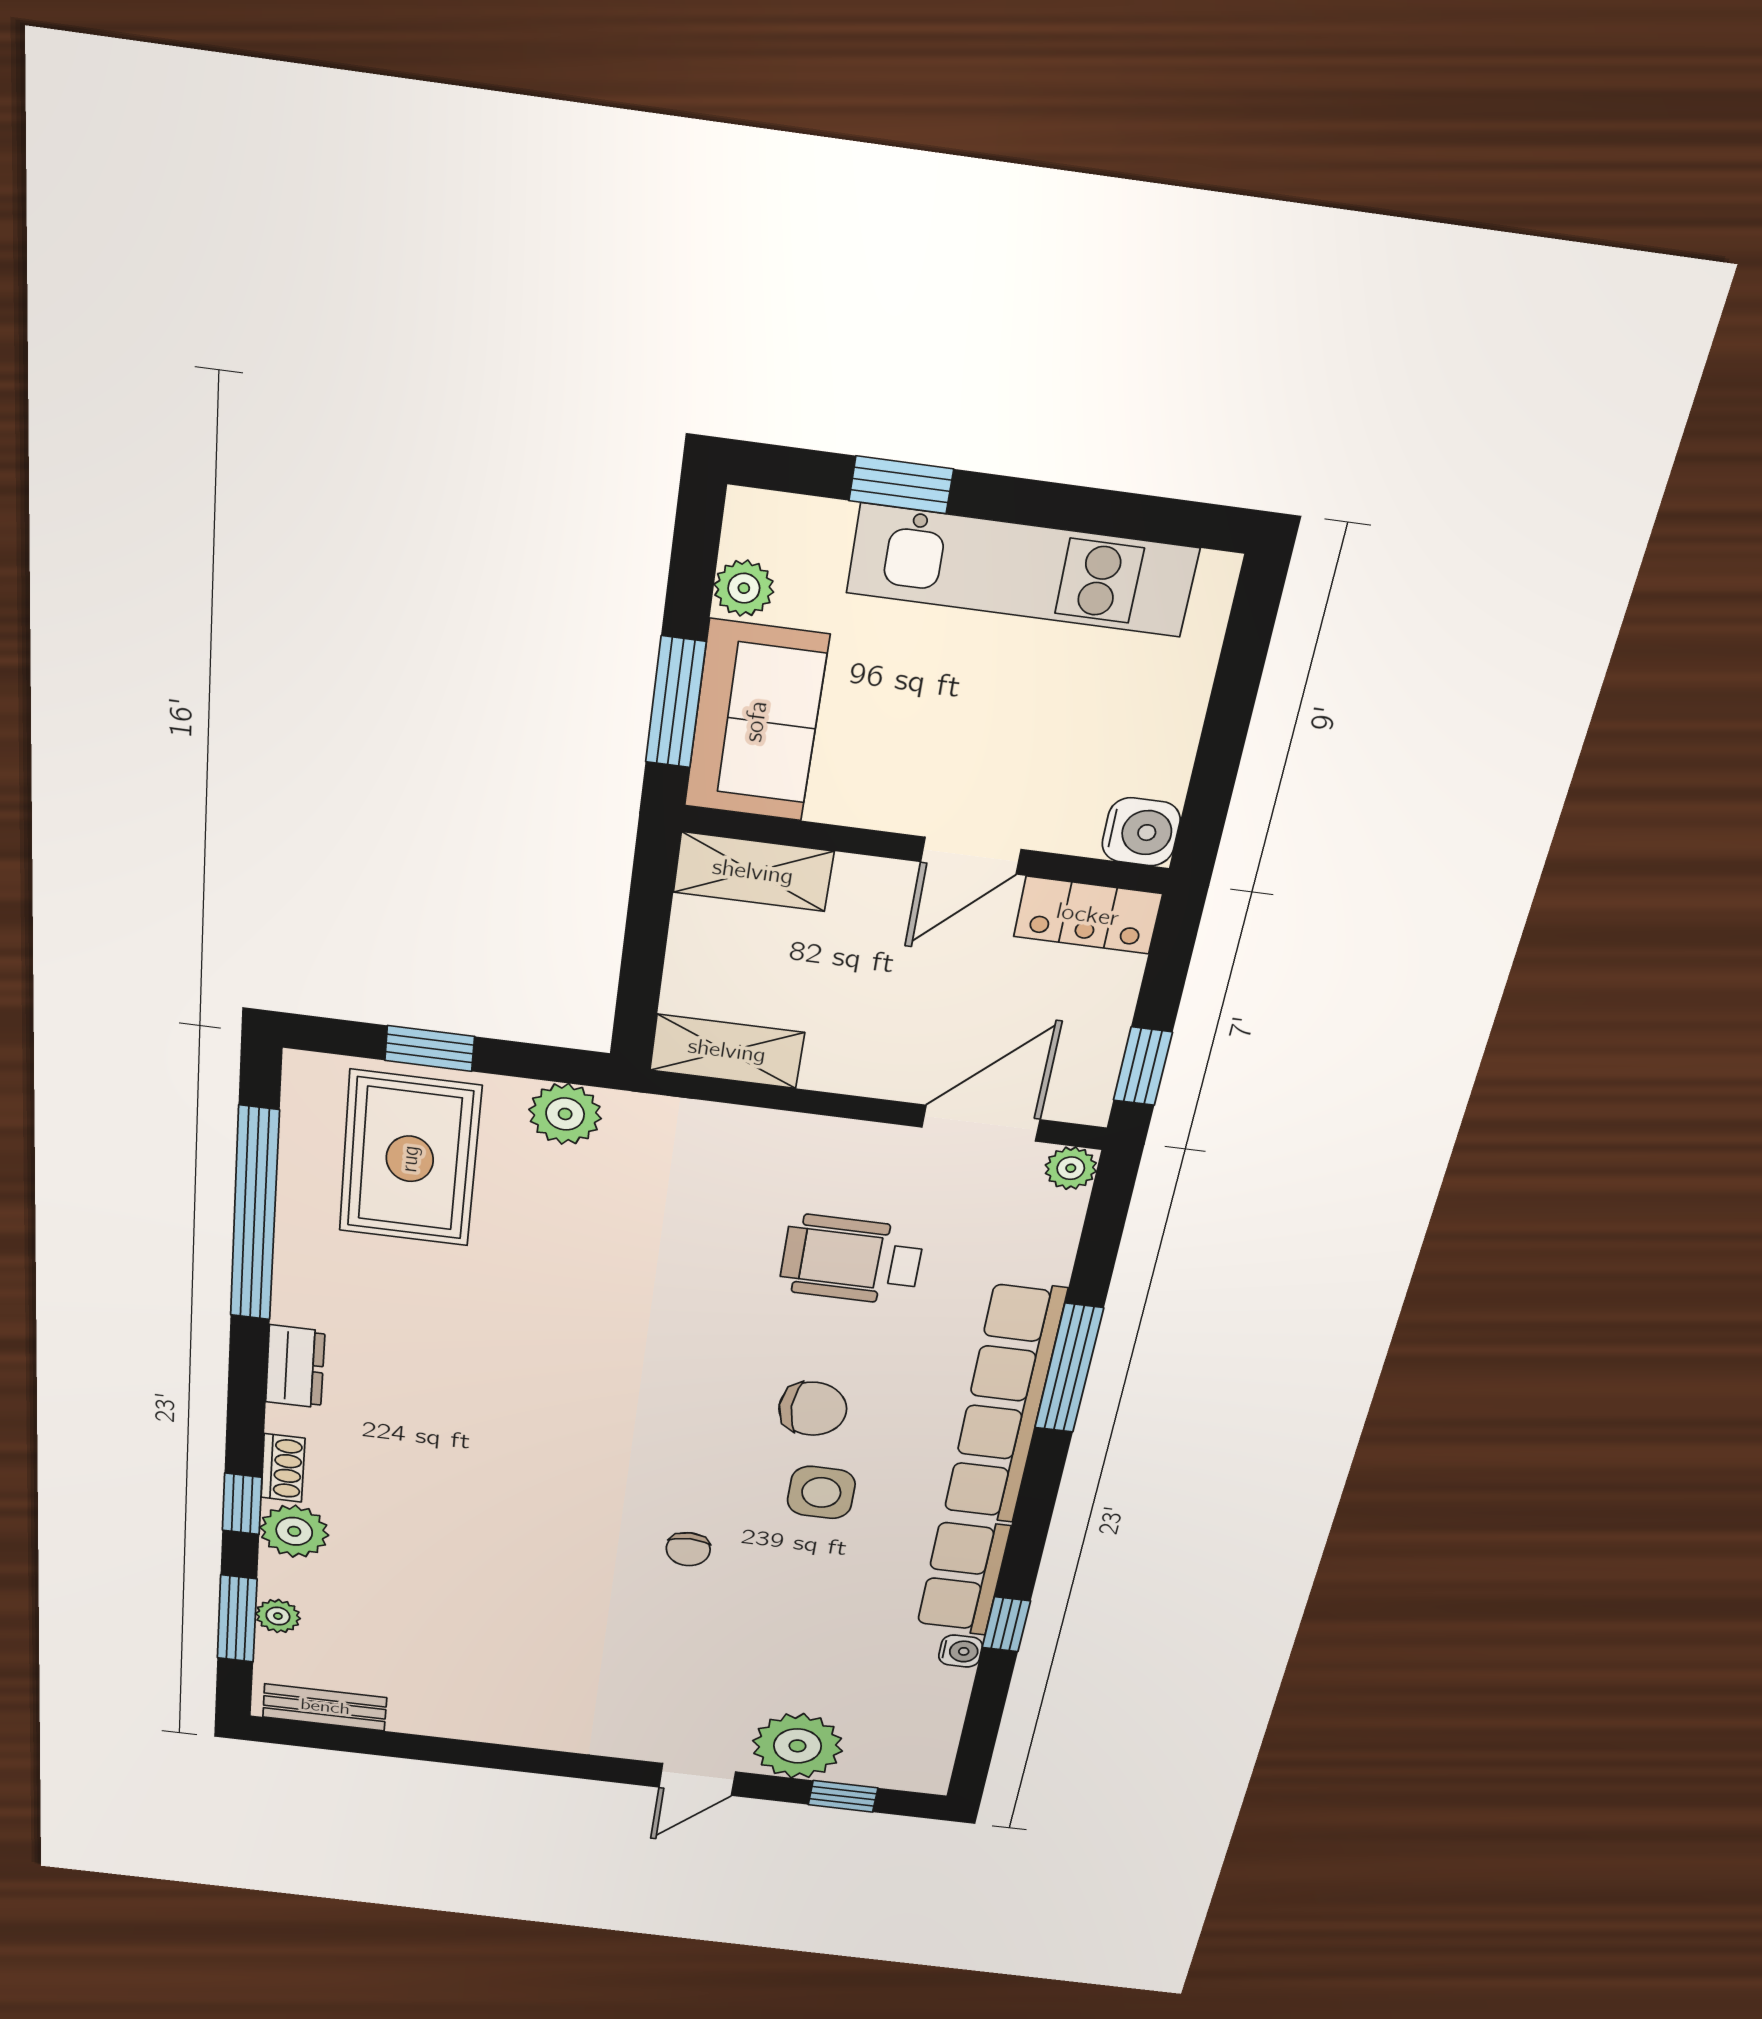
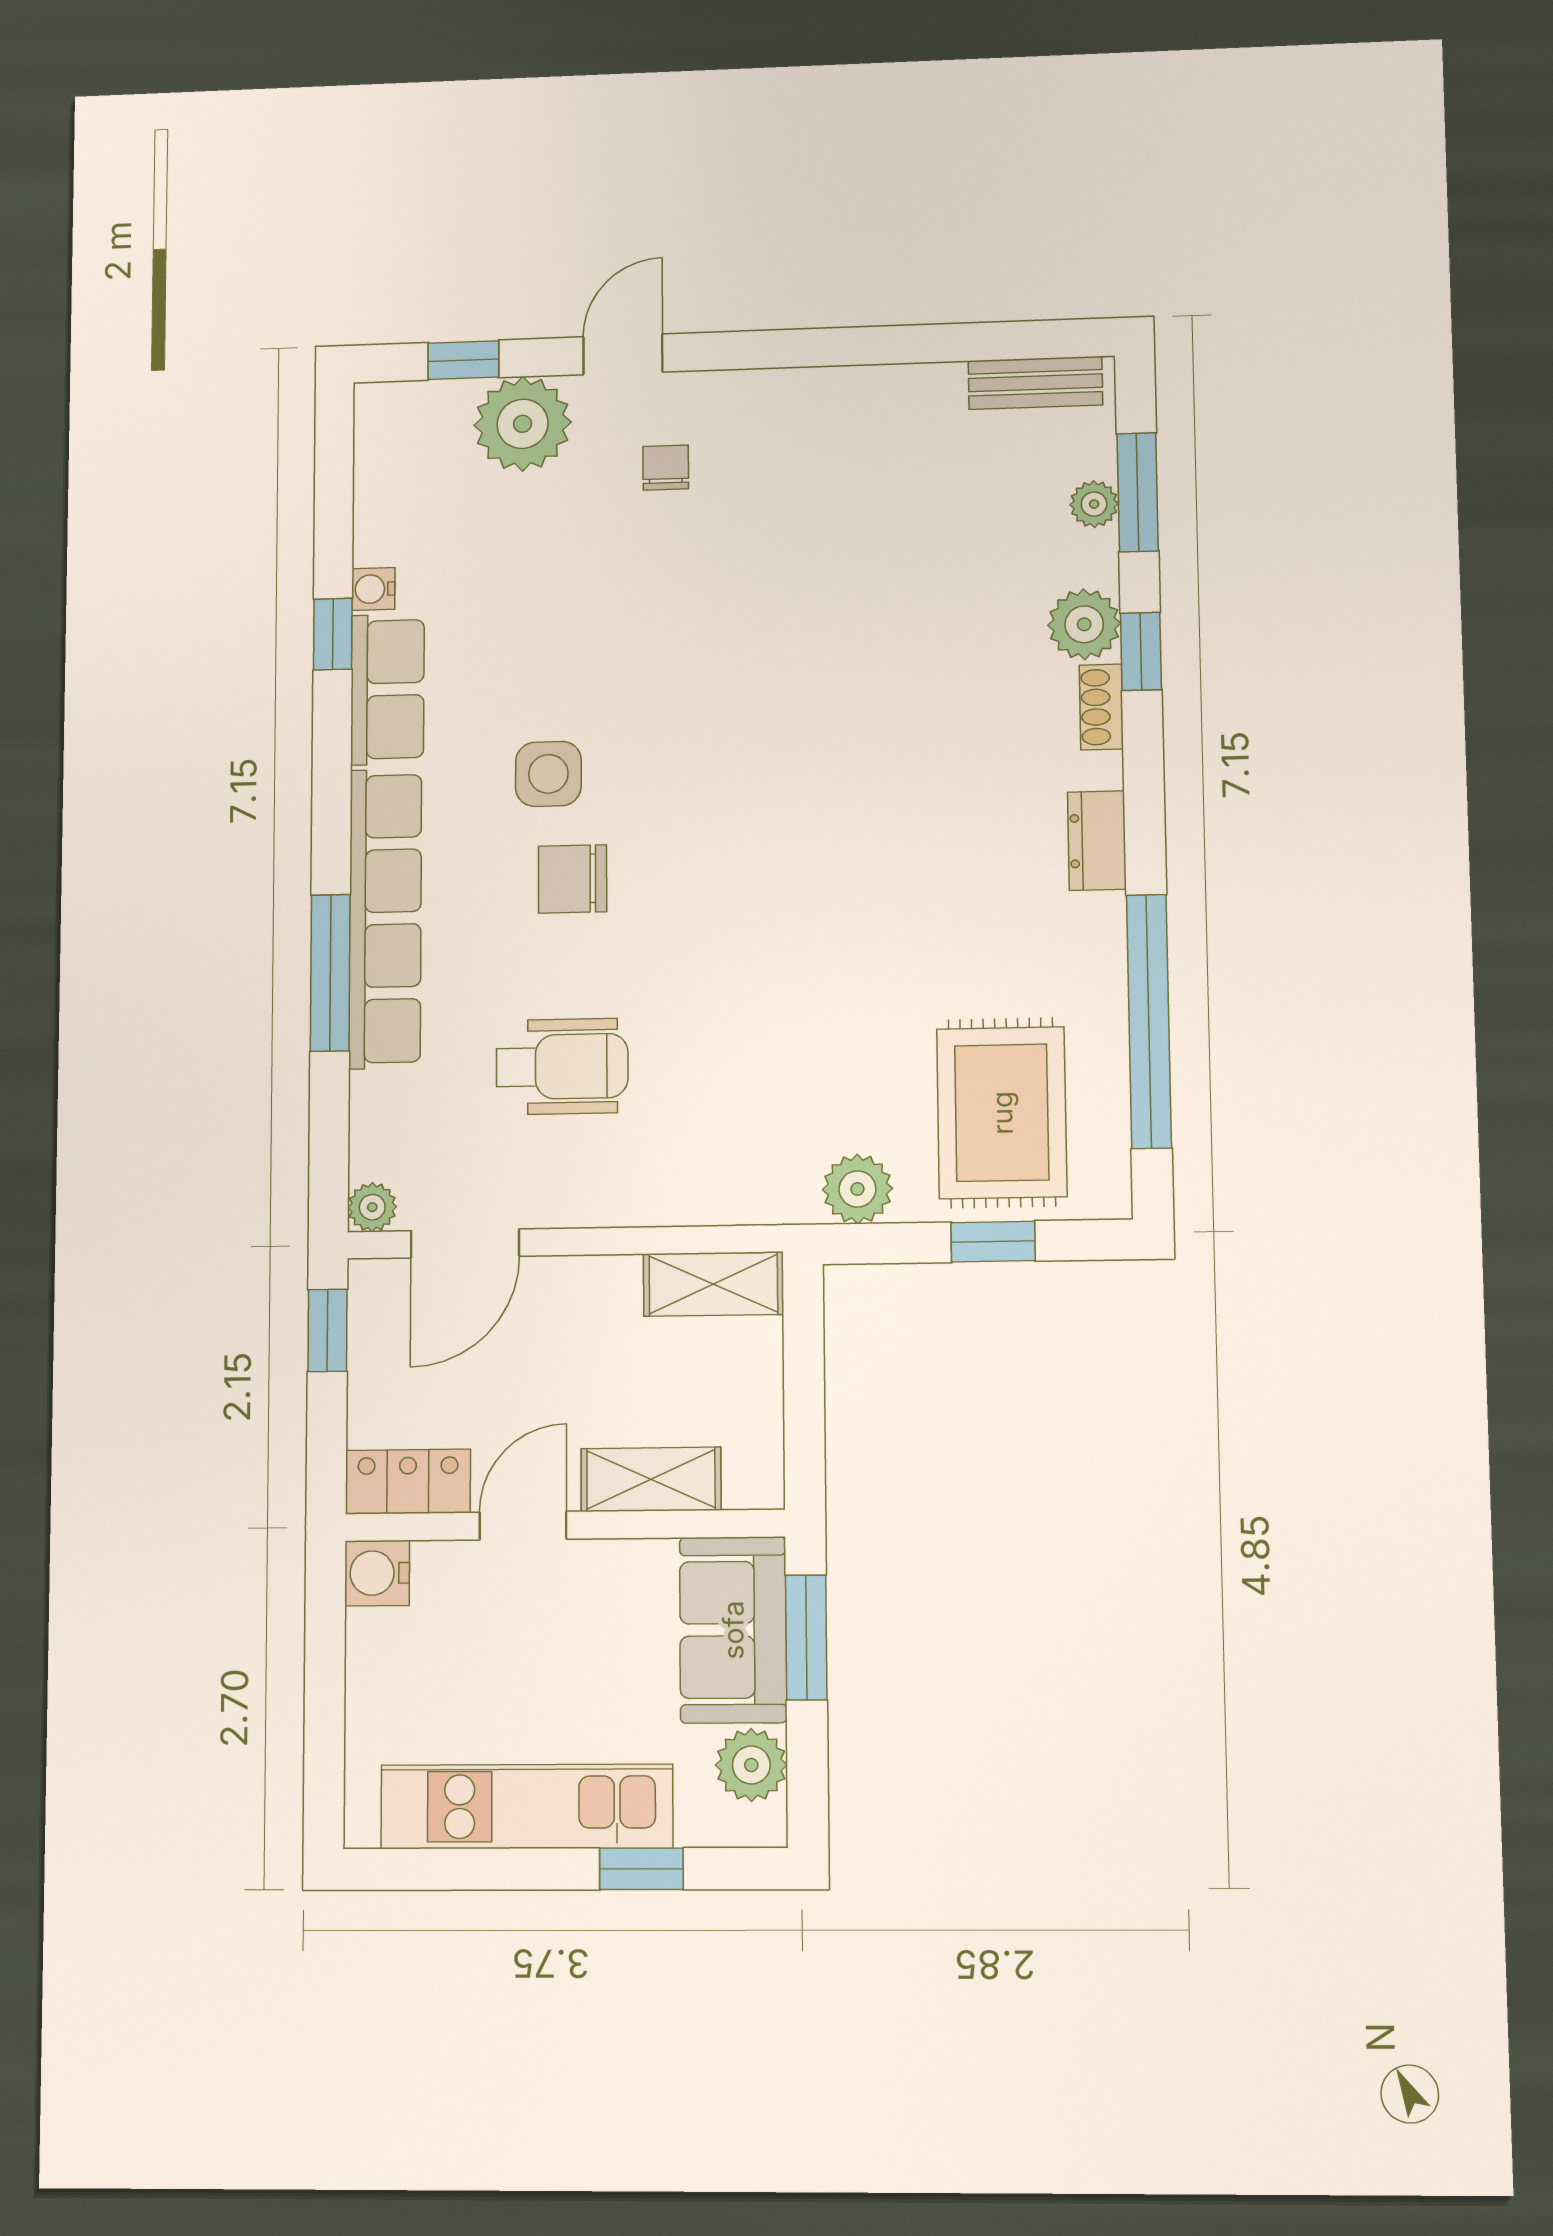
plant: (744, 588) -> (751, 1765), width x1.38, depth x1.38
shelving: (753, 872) -> (651, 1479), moved
chair: (688, 1549) -> (666, 468), moved

